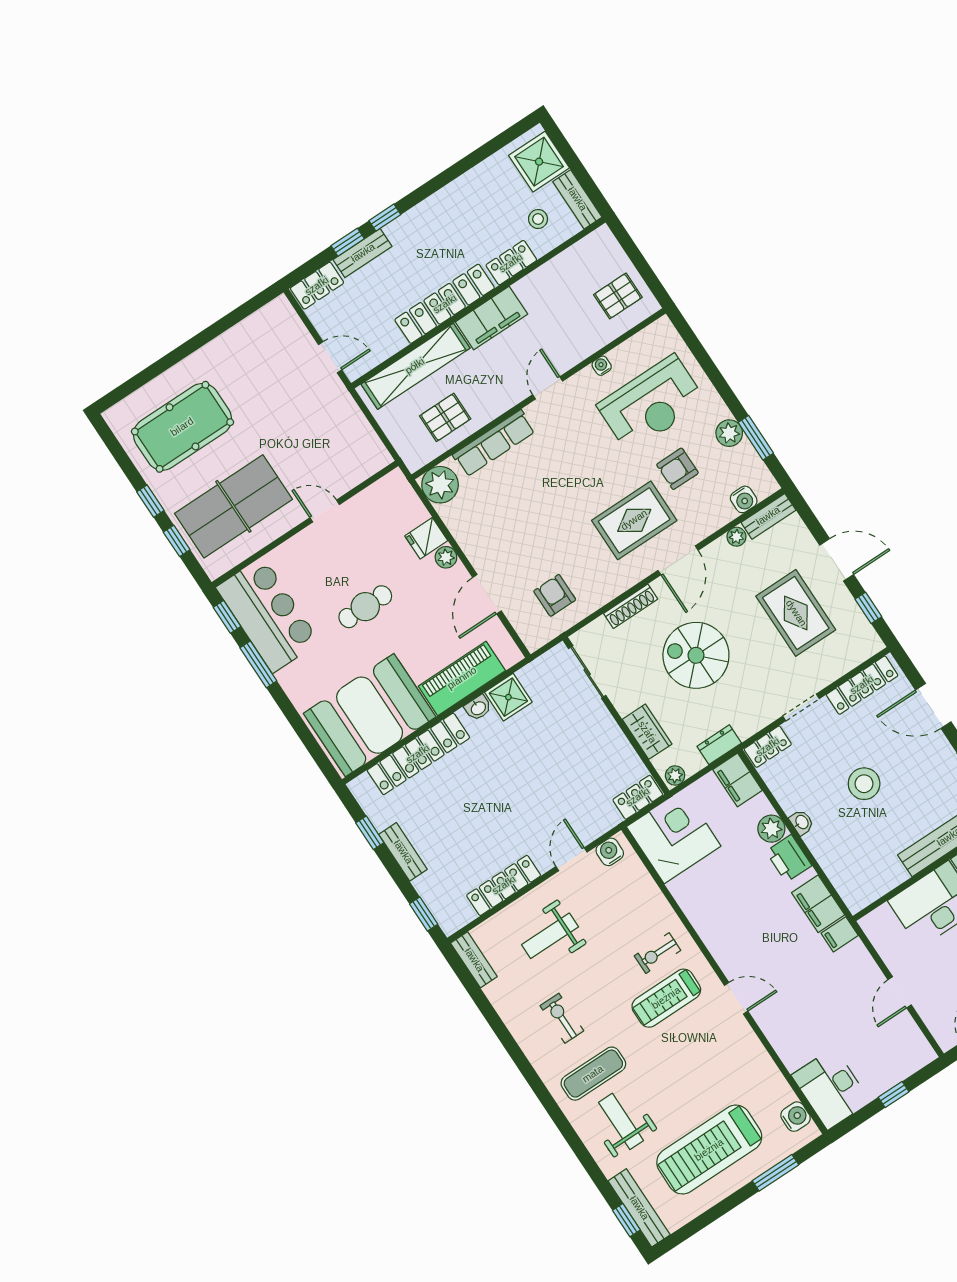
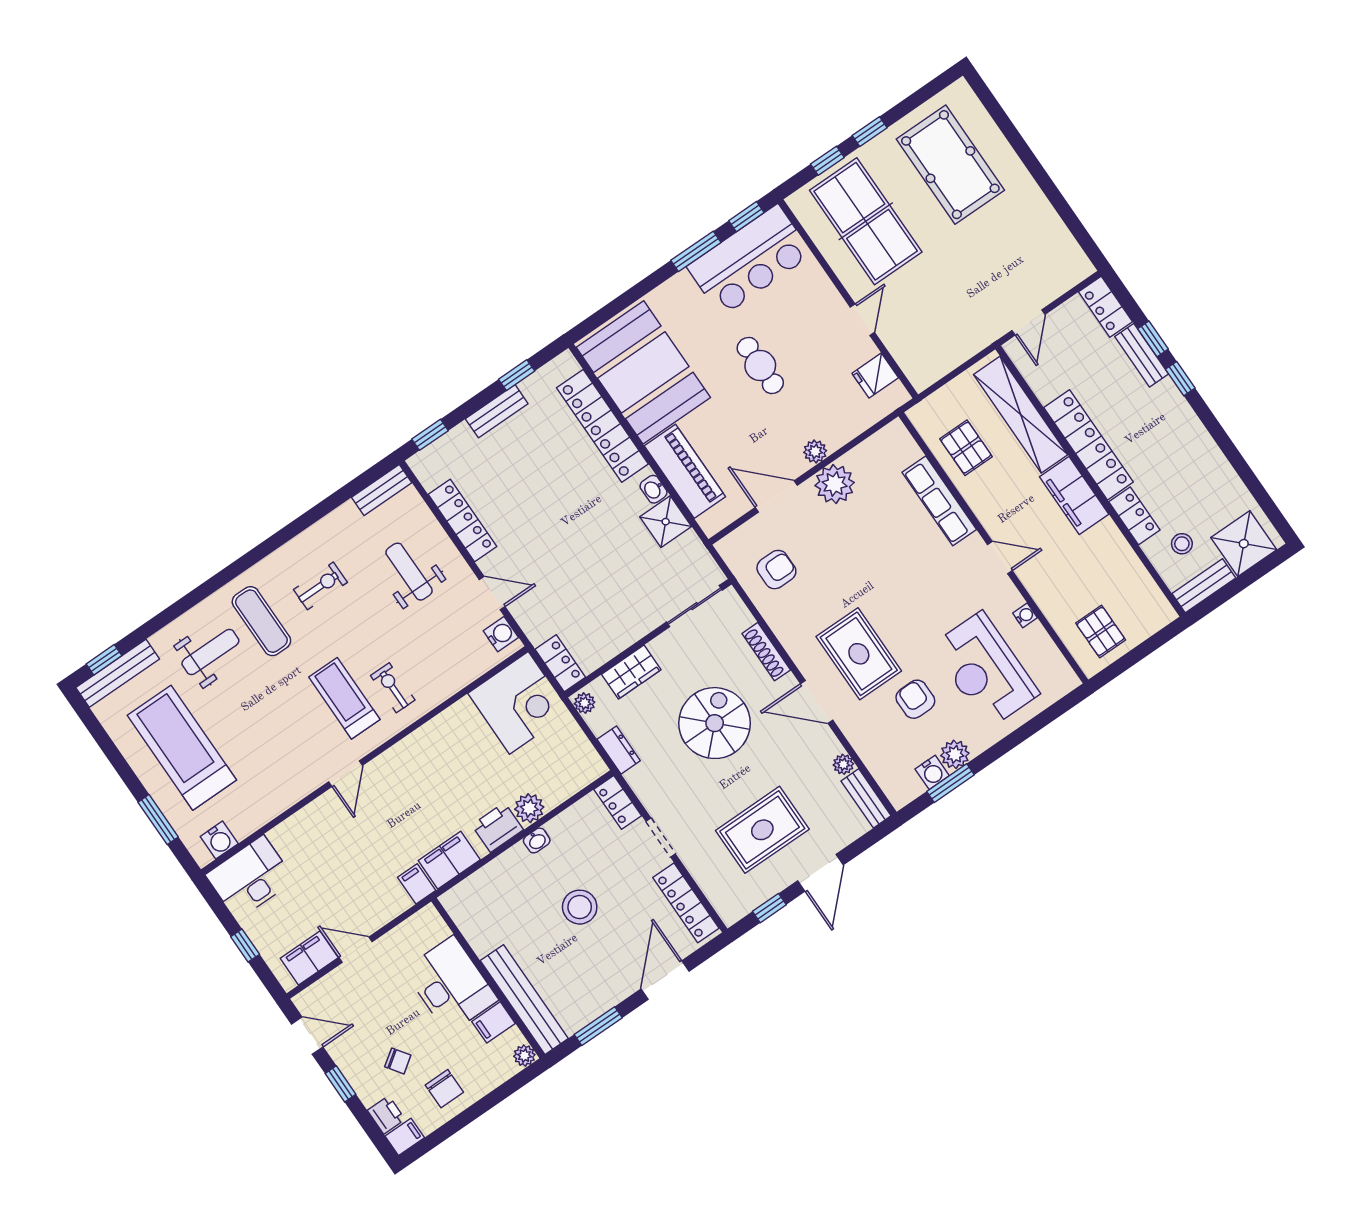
plant: (440, 485) -> (835, 484), moved
water cooler: (744, 499) -> (932, 772), moved, turned -90
fridge: (426, 538) -> (875, 376), moved, turned -90
filing cabinet: (738, 780) -> (309, 958), moved

